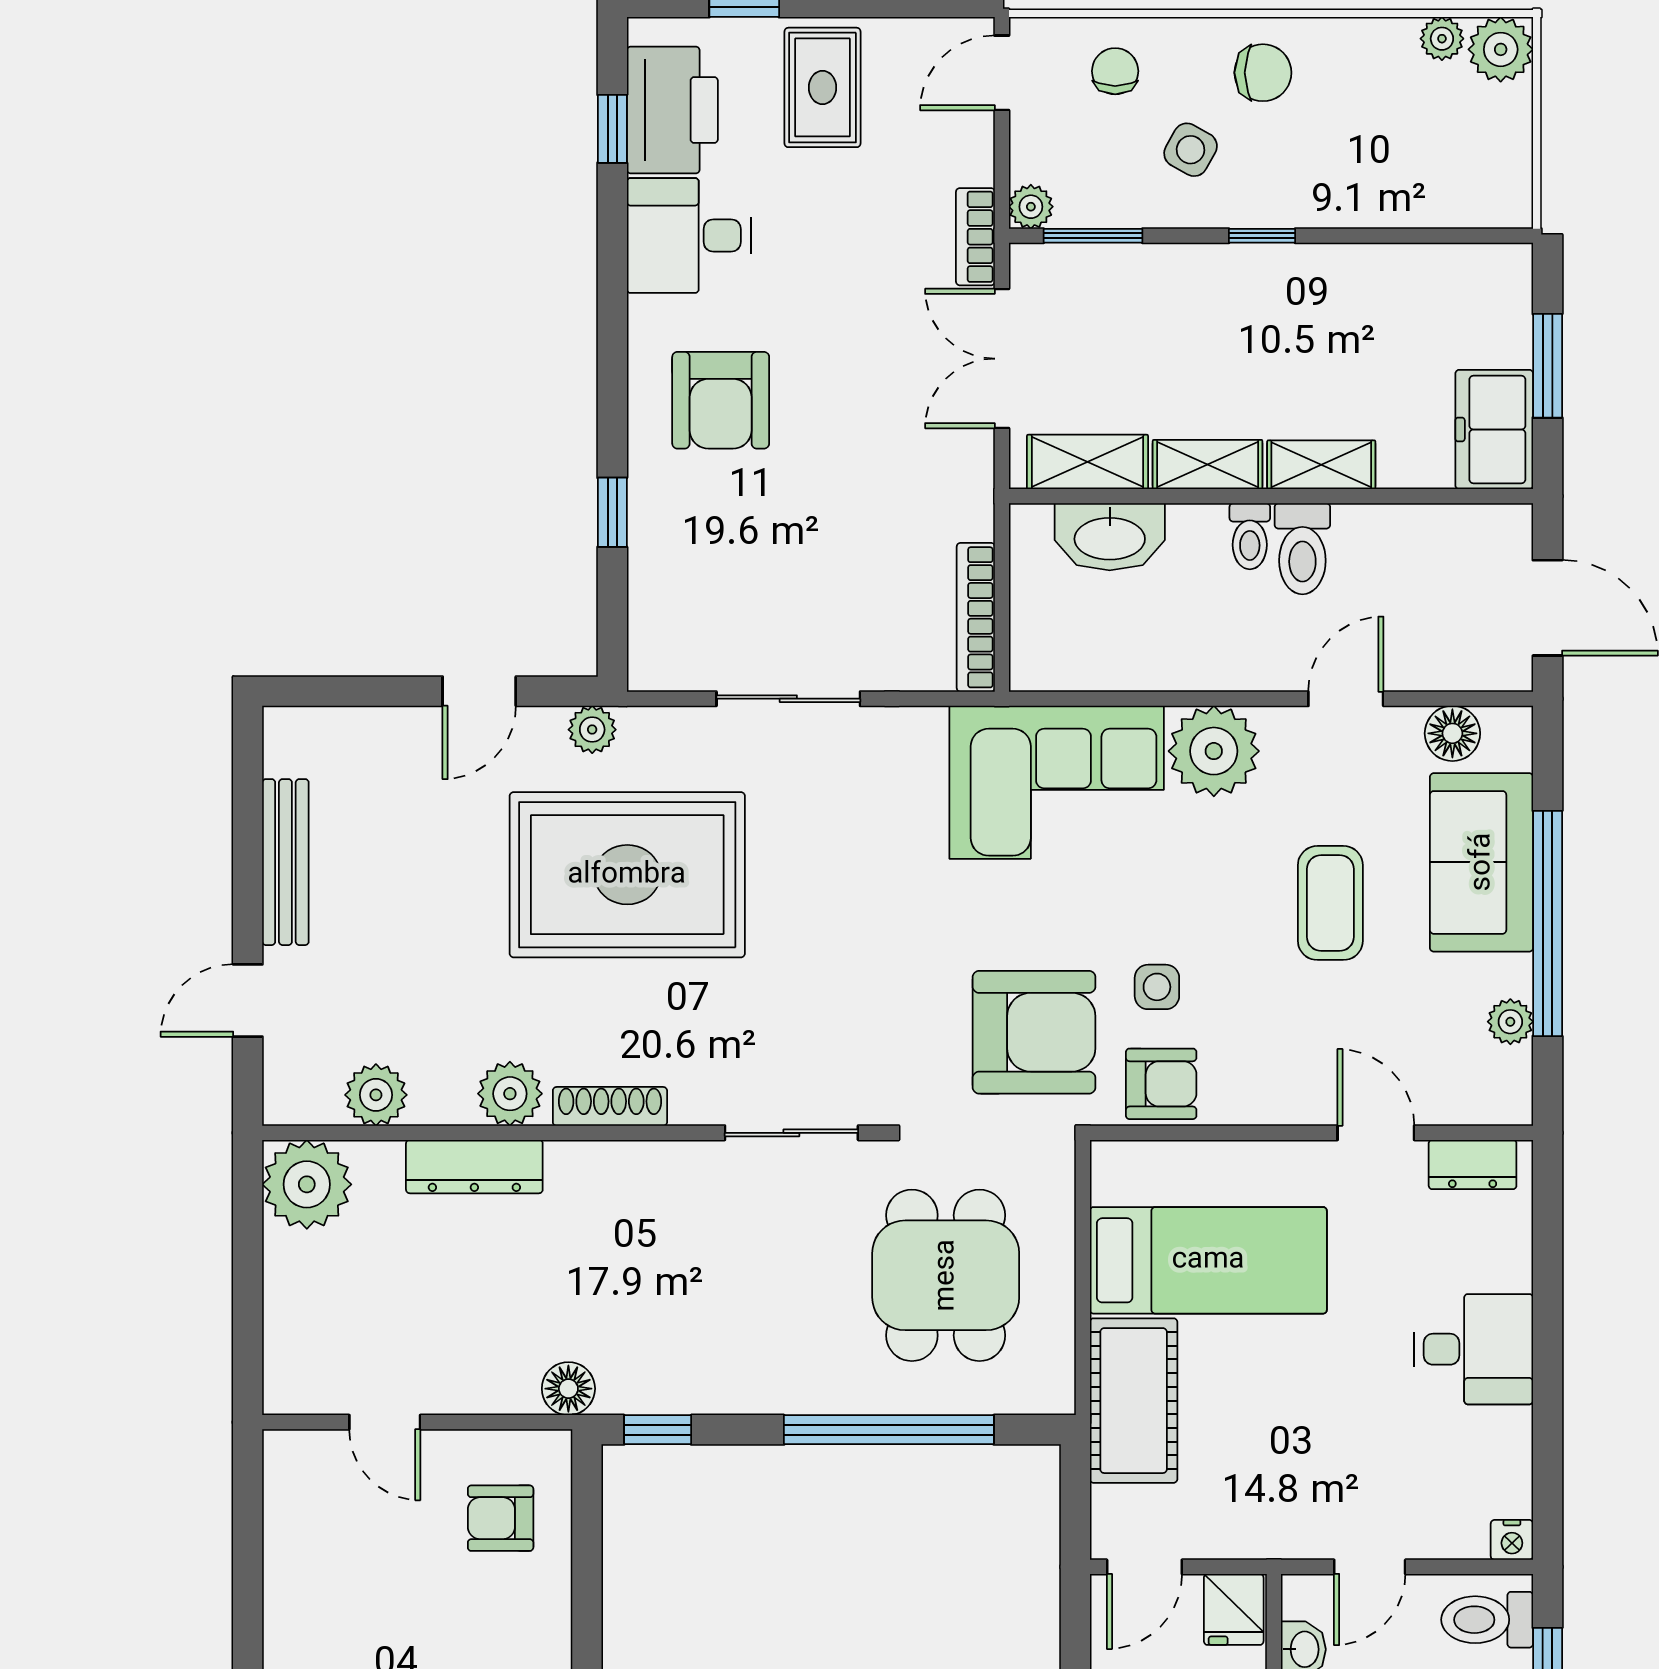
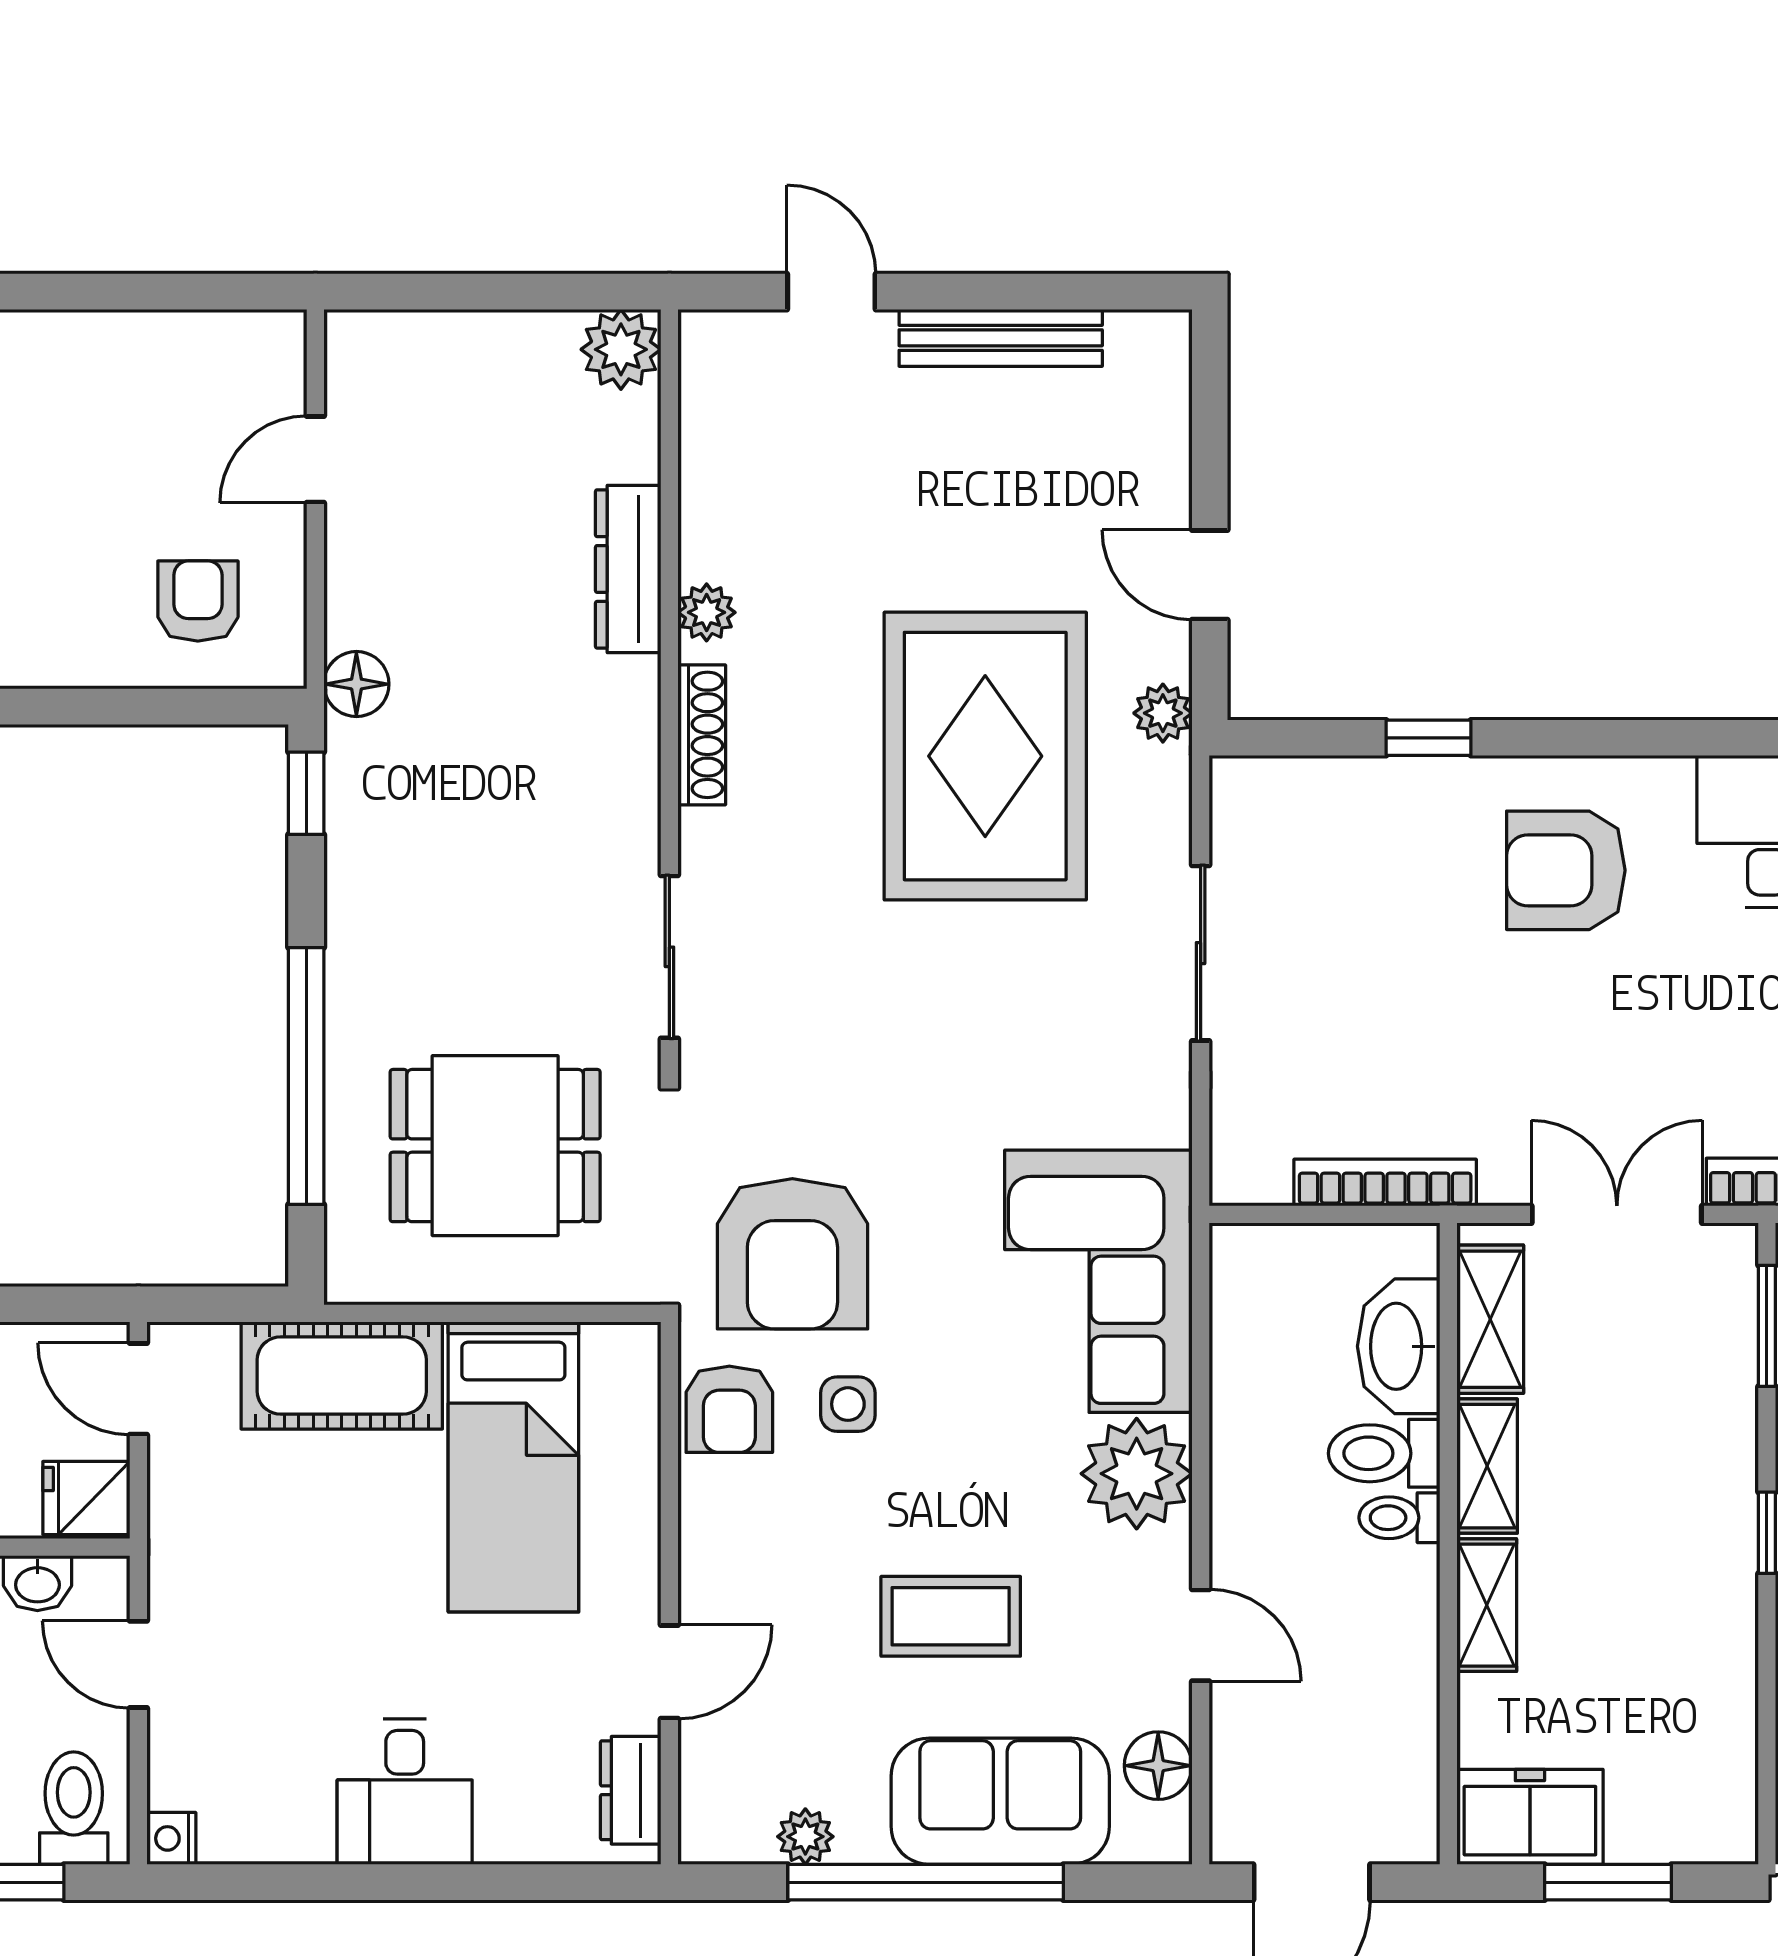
toilet: (1302, 549) -> (1384, 1453), moved
bookcase: (976, 617) -> (1385, 1182), moved
plant: (510, 1094) -> (707, 612), width x0.73, depth x0.73
plant: (376, 1095) -> (716, 449), removed
plant: (307, 1184) -> (621, 349), width x0.73, depth x0.73

